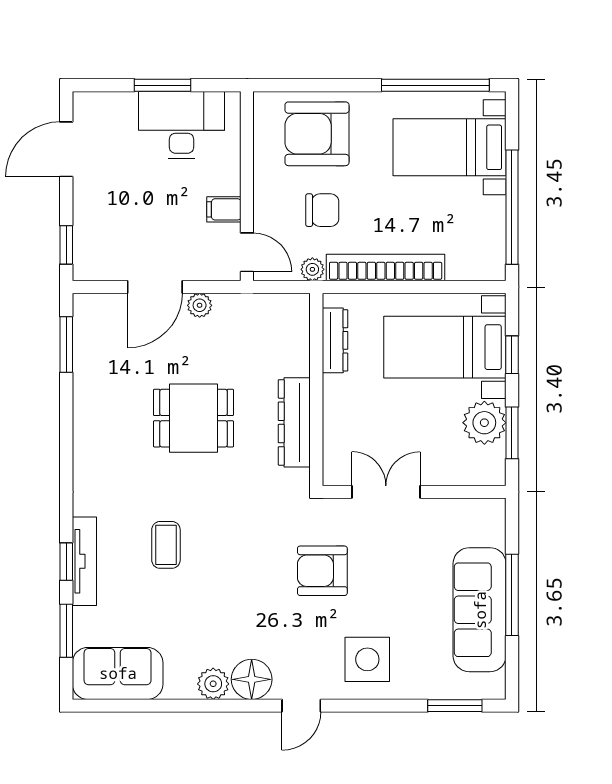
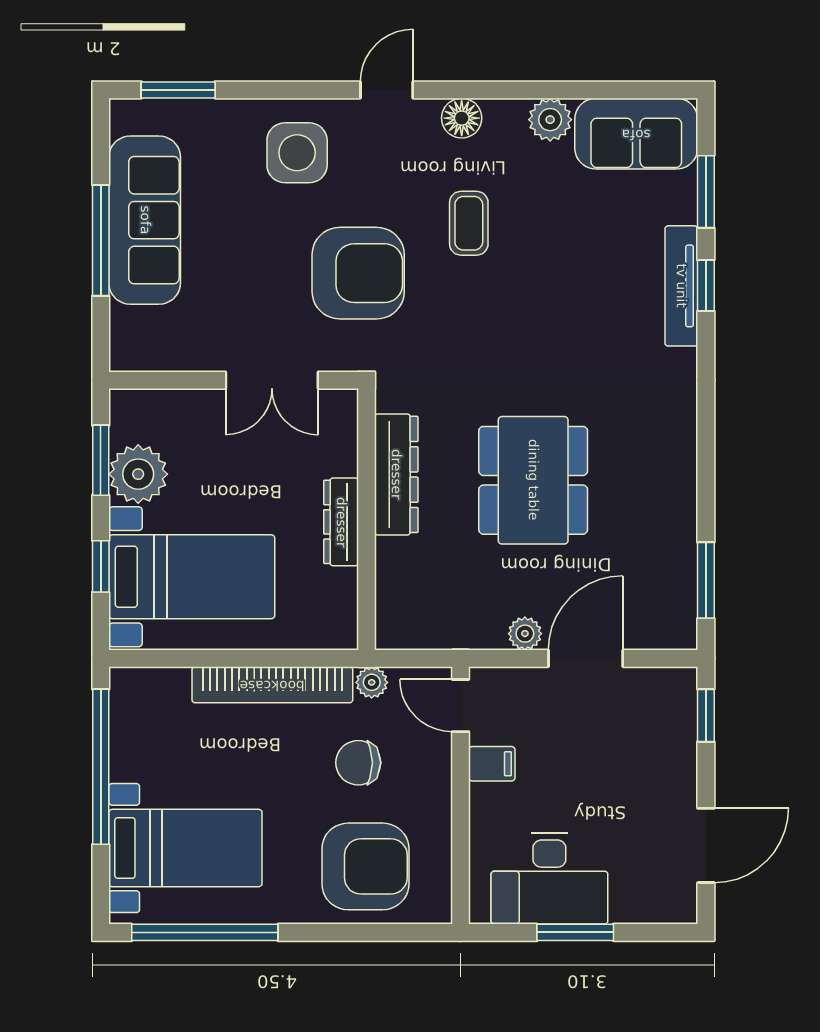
dresser: (335, 340) -> (341, 522), moved
dining table: (193, 418) -> (533, 480), width x1.38
coffee table: (166, 545) -> (469, 223), moved
armchair: (322, 571) -> (358, 273), width x1.36, depth x1.36
floor lamp: (252, 679) -> (462, 118), width x0.73, depth x0.73
plant: (213, 684) -> (550, 120), moved

